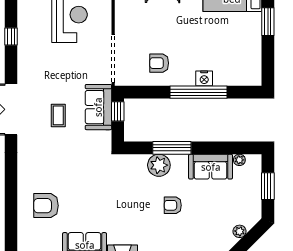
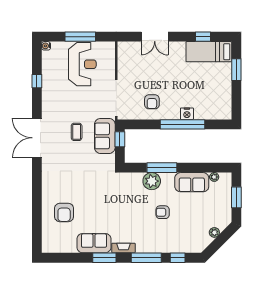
armchair: (159, 63) -> (152, 102), turned -90
coffee table: (58, 115) -> (77, 132), moved
armchair: (46, 206) -> (64, 212), turned -90

